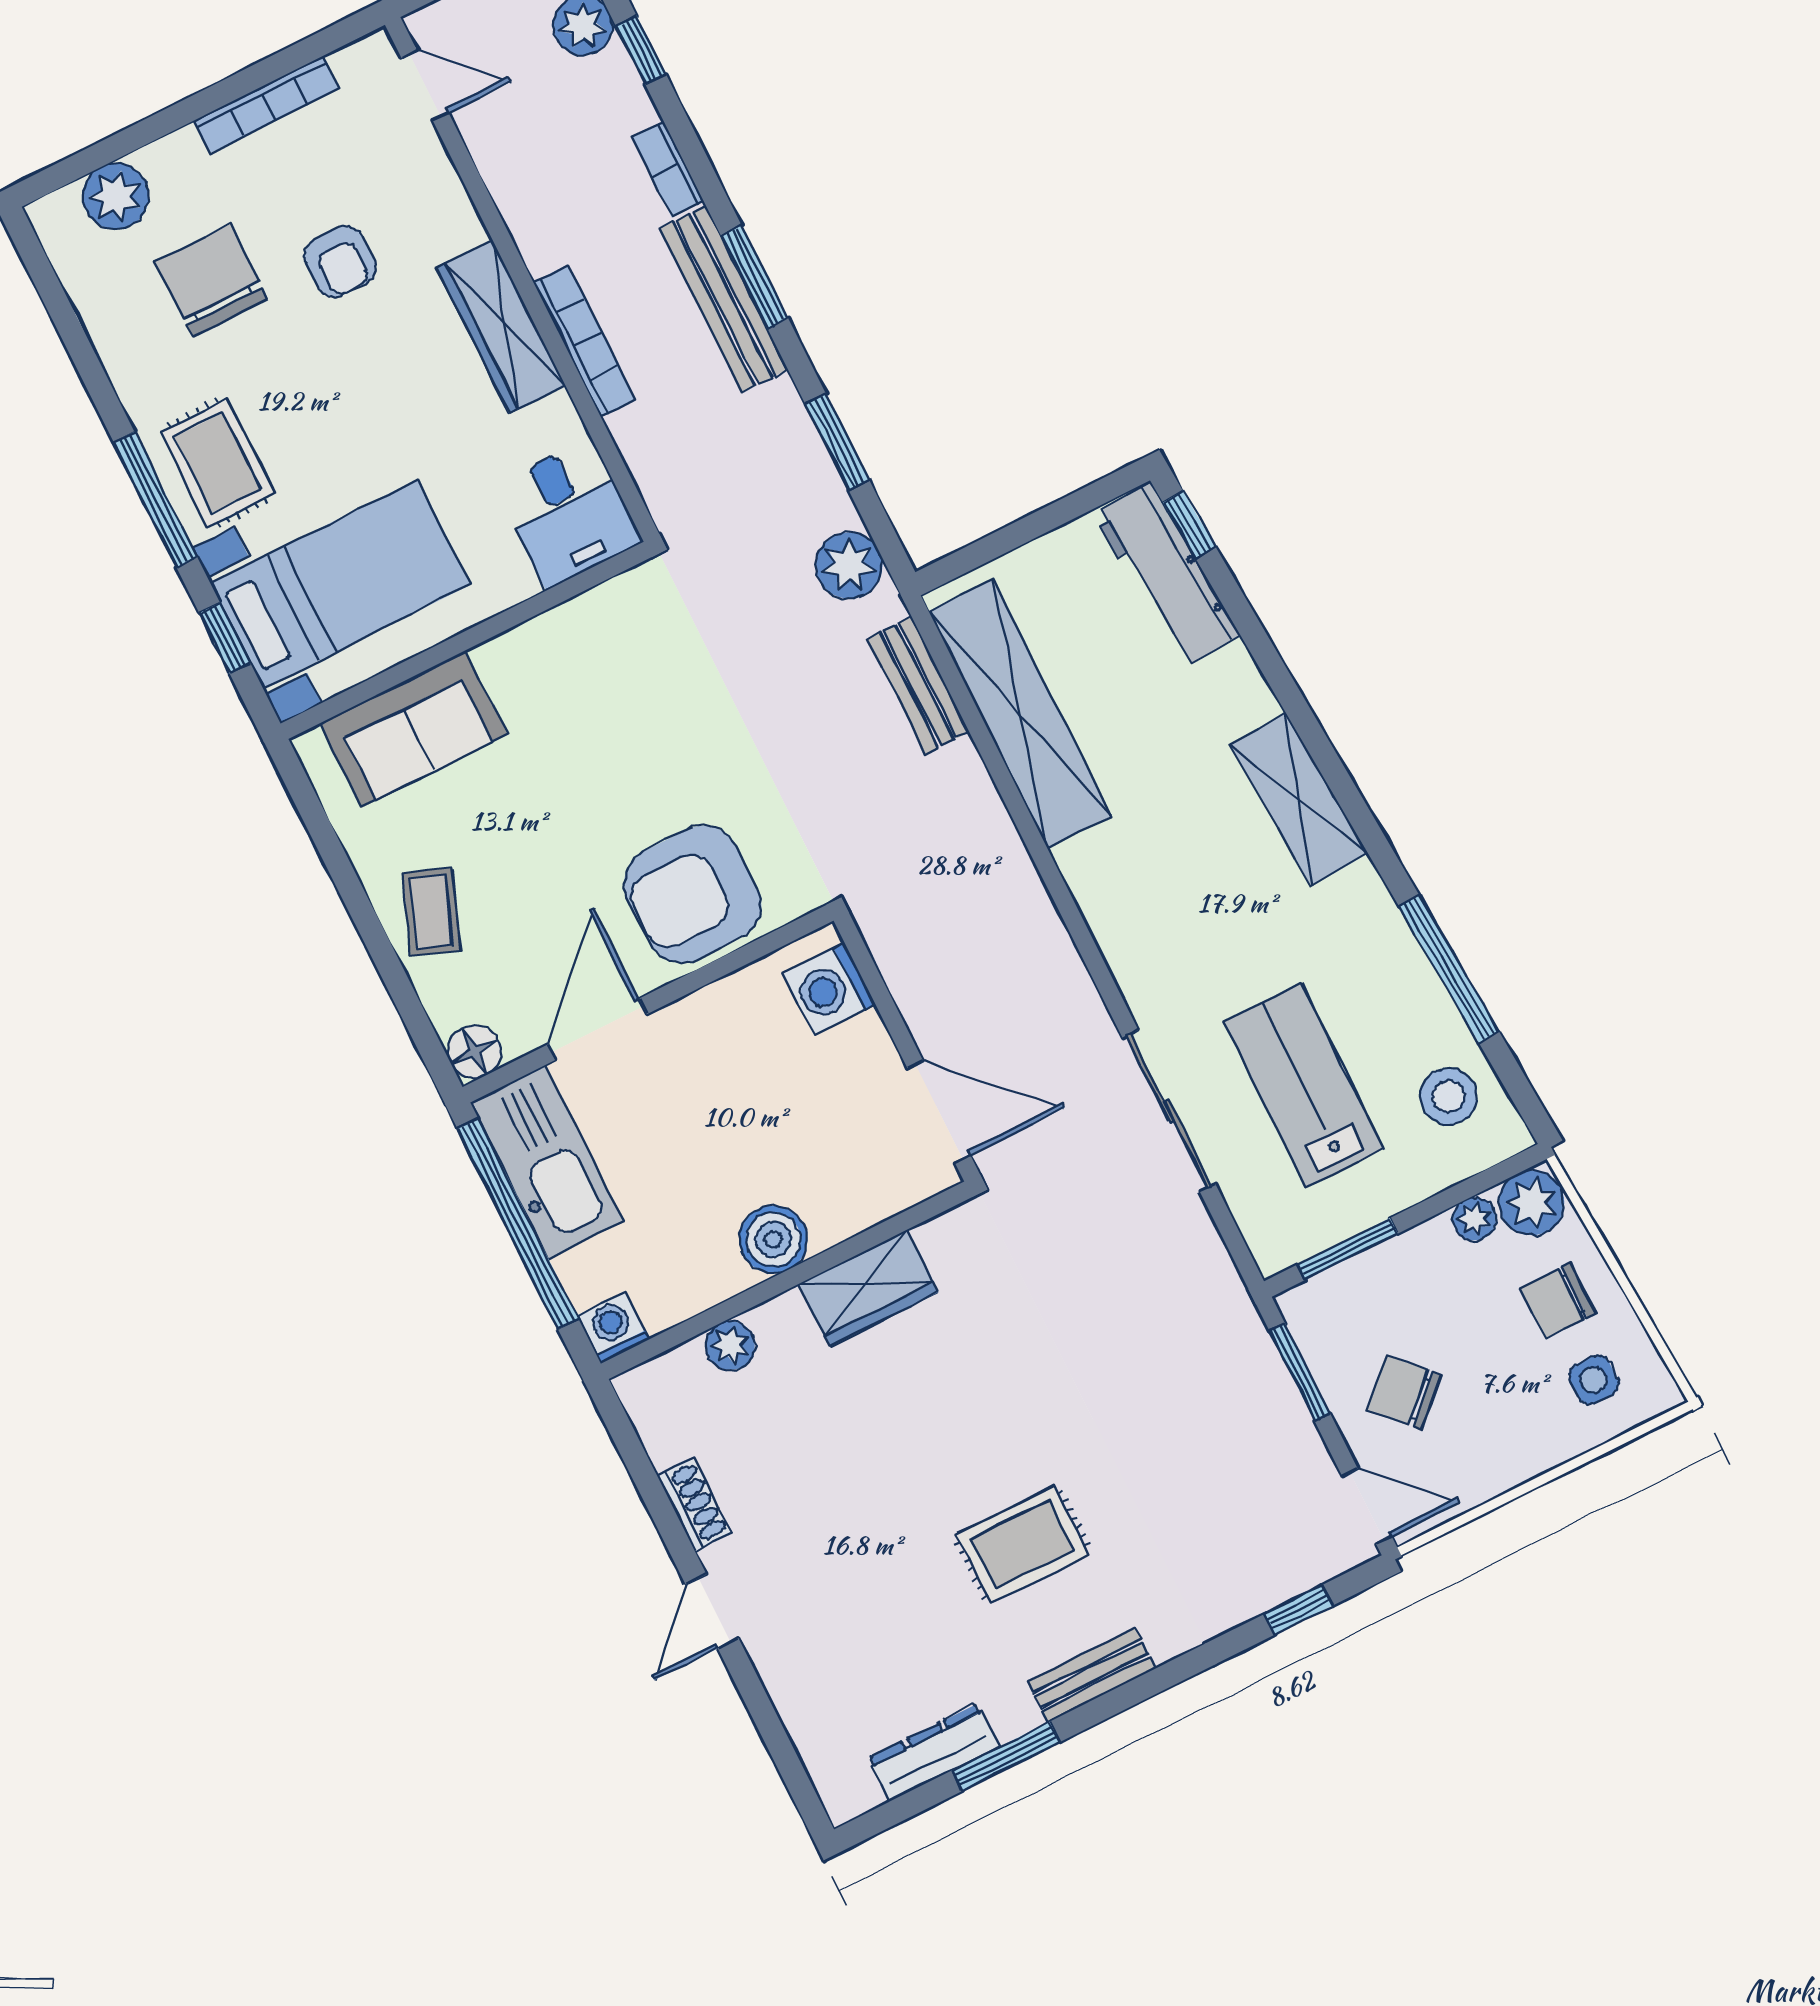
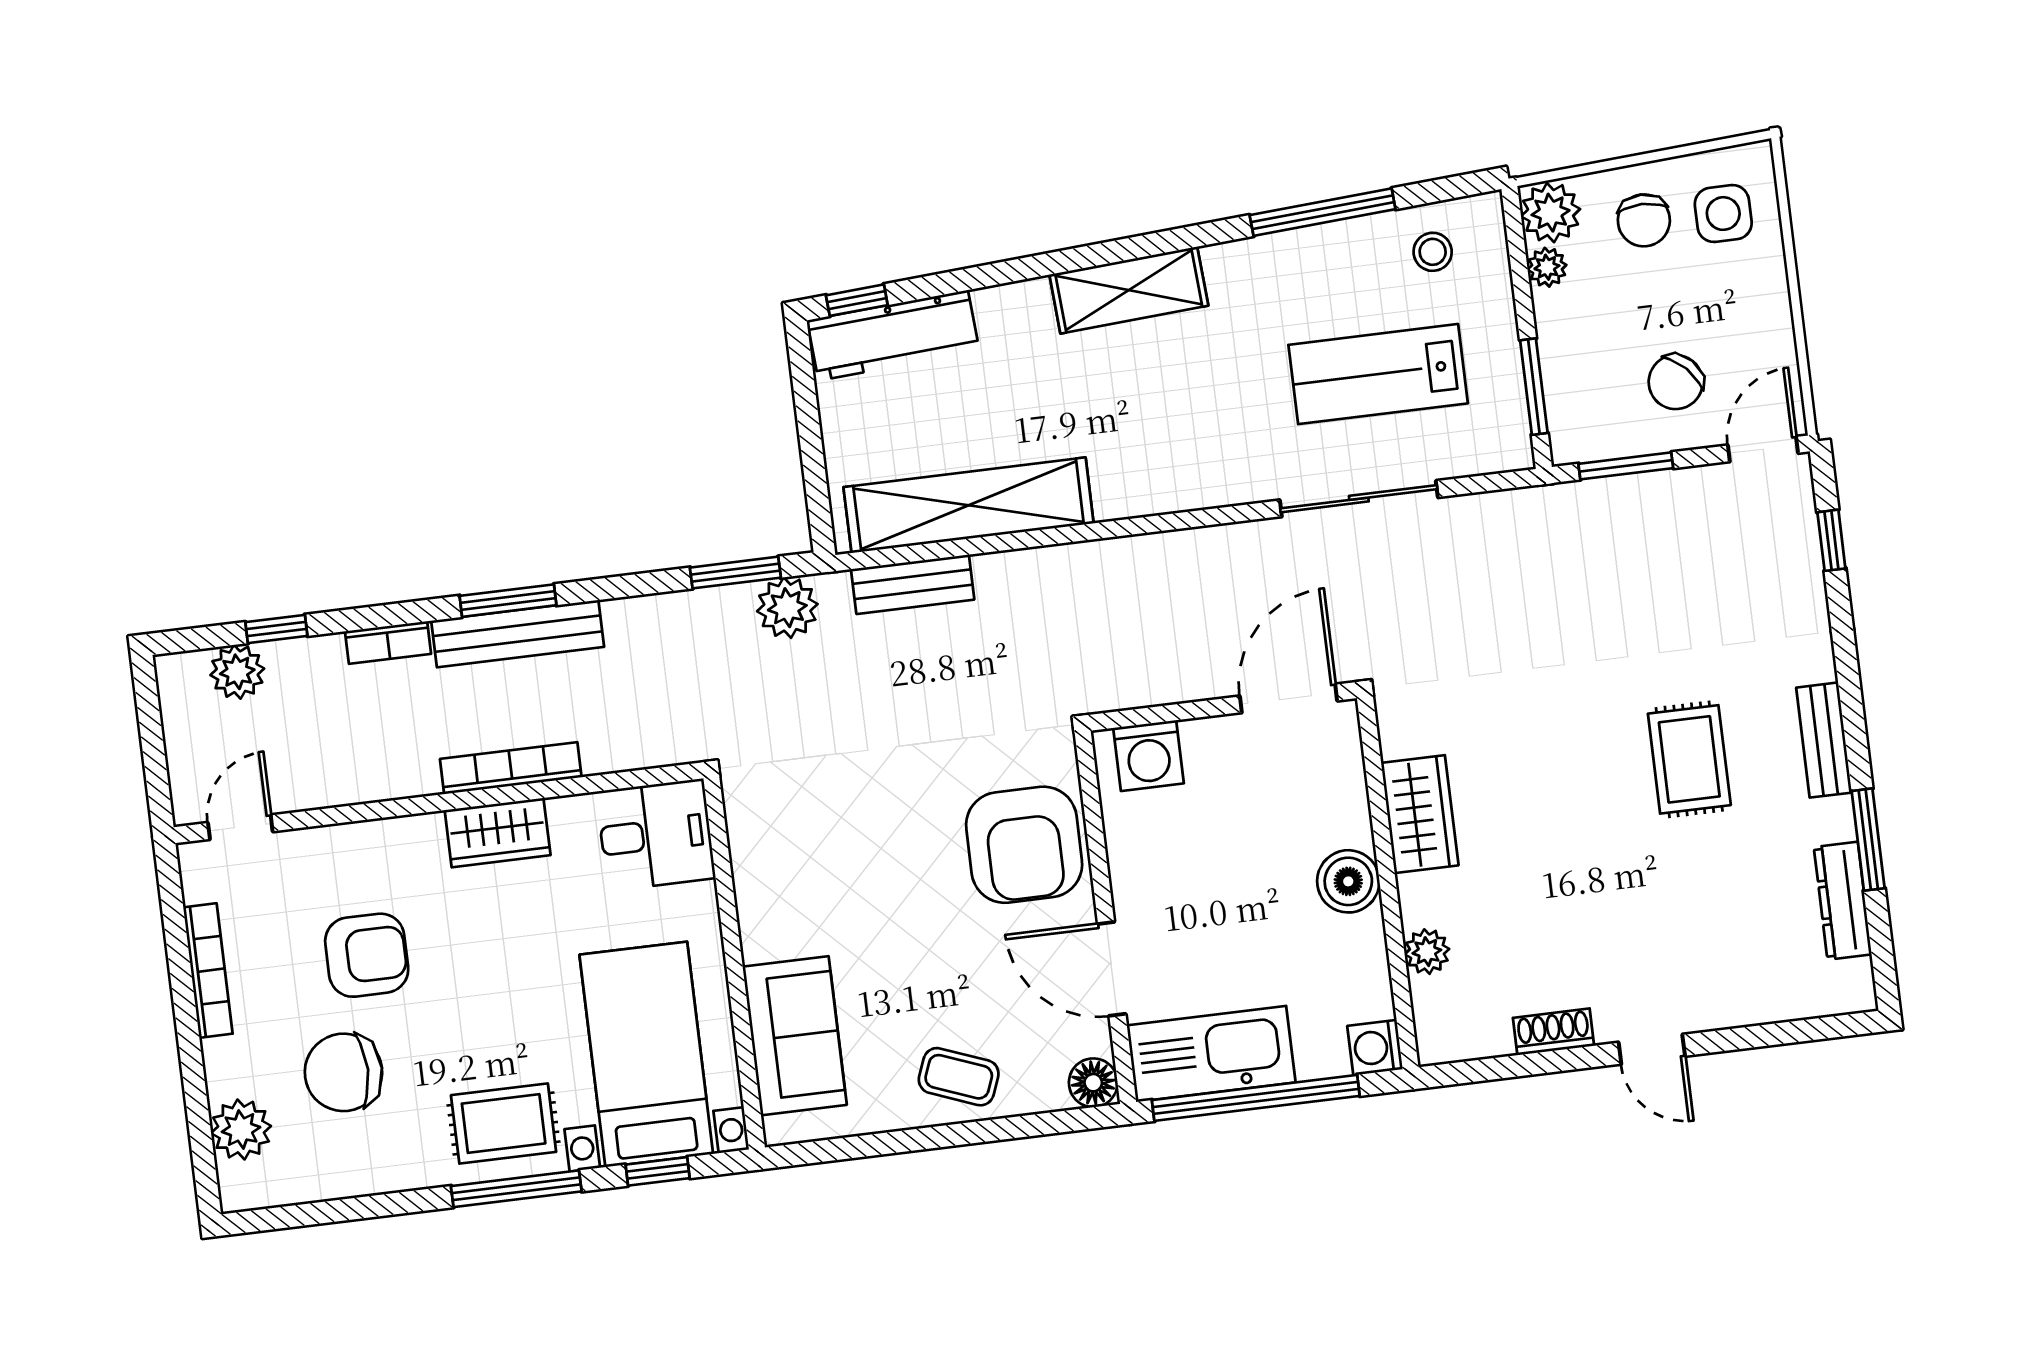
armchair: (340, 261) -> (367, 955), width x1.38, depth x1.38
wardrobe: (501, 327) -> (498, 833), width x0.67
window: (837, 442) -> (735, 573), moved
stool: (1449, 1096) -> (1433, 252), width x0.73, depth x0.73
side table: (1594, 1380) -> (1723, 214), width x1.37, depth x1.37

